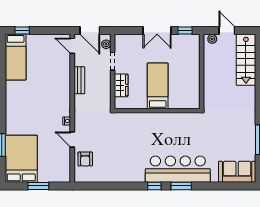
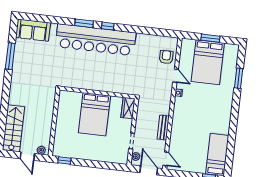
double door: (157, 31) -> (89, 163), removed
wardrobe: (121, 85) -> (128, 108), moved
bed: (158, 86) -> (94, 114), width x1.50
bed: (21, 159) -> (208, 62), moved
bar counter: (178, 169) -> (96, 40), width x1.36

